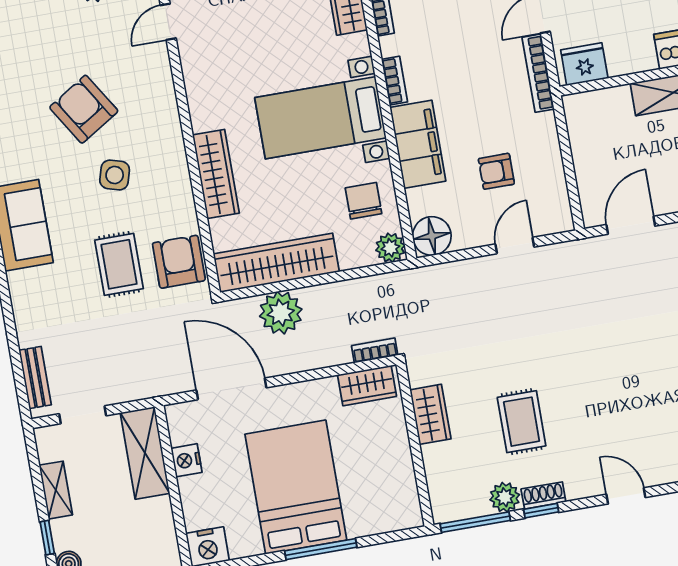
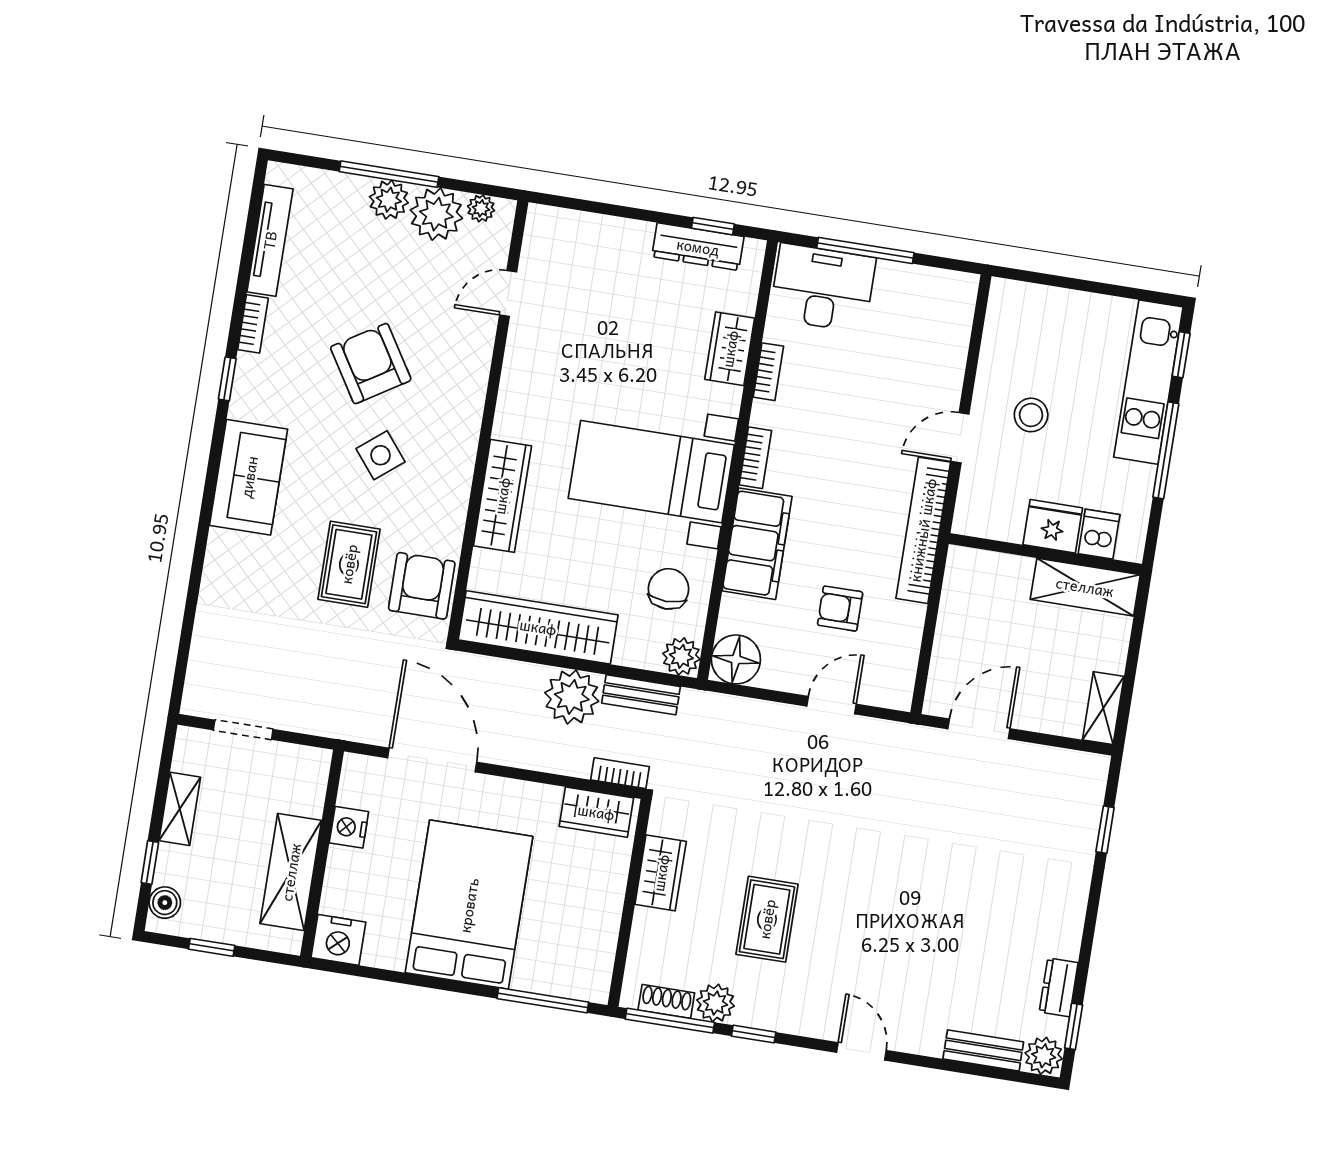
fridge: (584, 64) -> (1053, 526), moved
bookcase: (538, 73) -> (923, 530), width x1.48, depth x1.31
side table: (115, 175) -> (381, 455), turned 35
plant: (281, 313) -> (572, 697), moved
bench: (35, 378) -> (641, 695), moved, turned 90
shelving: (145, 453) -> (291, 872), moved
shoe rack: (543, 495) -> (666, 1001), moved
window: (321, 549) -> (543, 1000), moved

